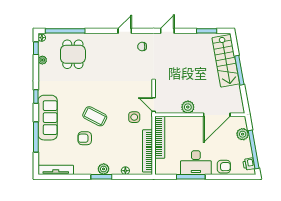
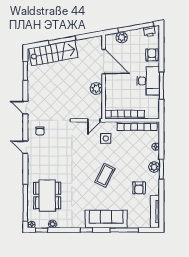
dining table: (73, 54) -> (47, 196), width x1.38
armchair: (85, 138) -> (139, 188), moved

